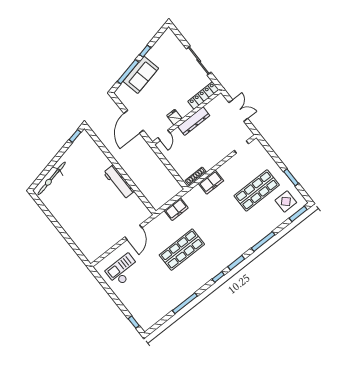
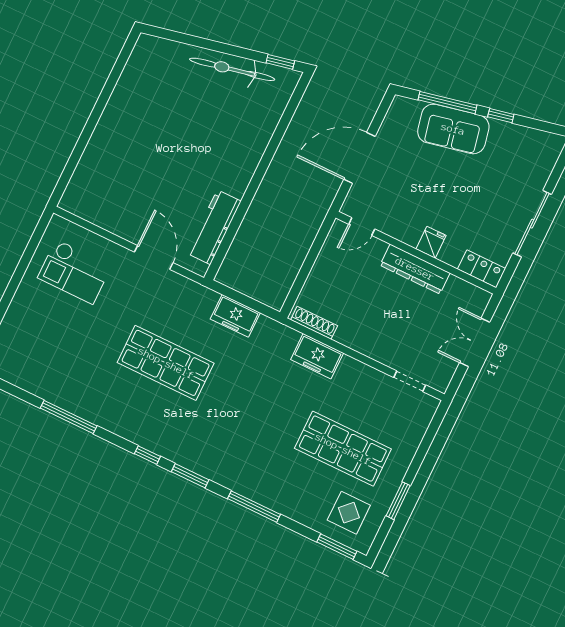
locker: (203, 95) -> (482, 269), width x0.66
double door: (238, 111) -> (475, 342), swing flipped
fridge: (174, 117) -> (431, 242), moved
bicycle: (52, 178) -> (232, 69), moved
workbench: (119, 182) -> (214, 227), moved
door: (133, 232) -> (154, 257), swing flipped
checkout: (123, 270) -> (74, 272), turned 180

